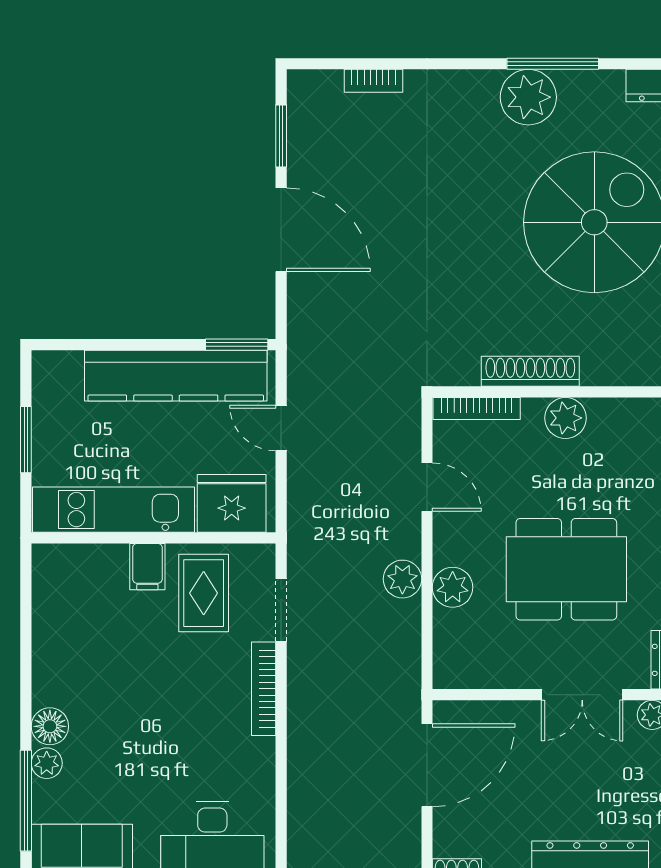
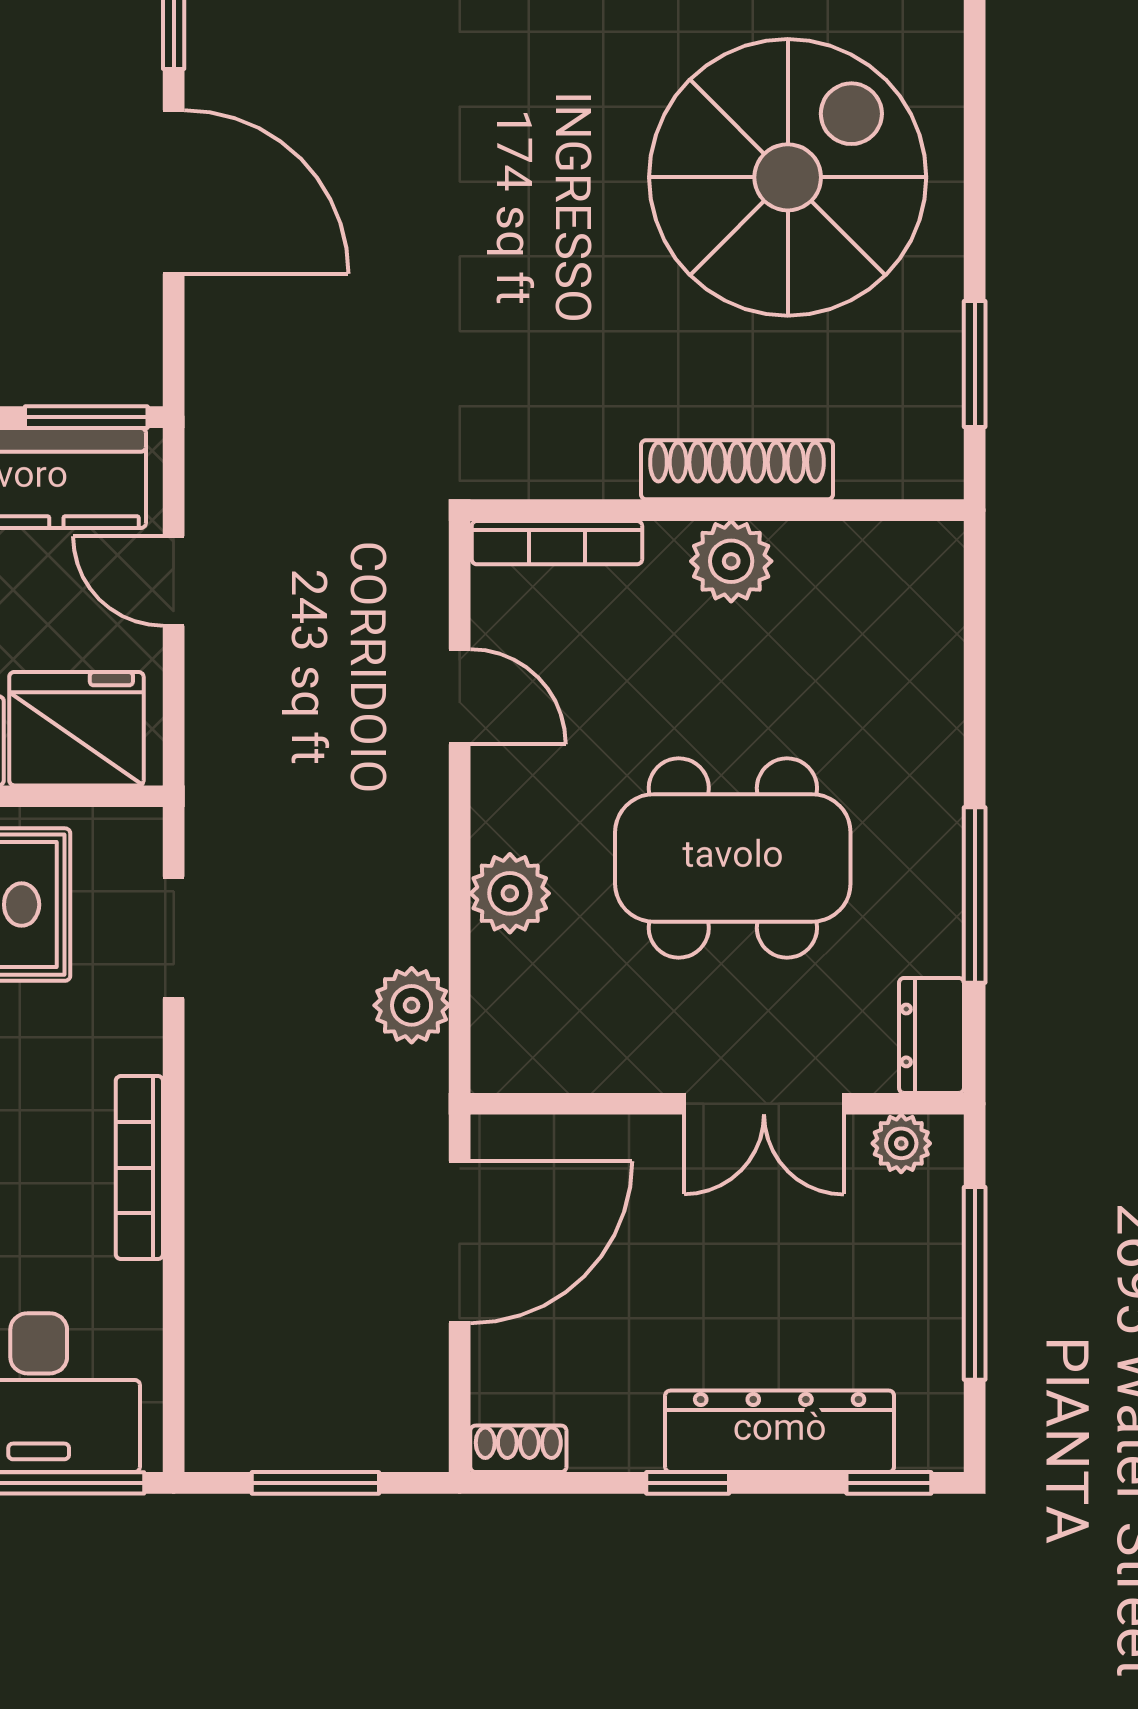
shoe rack: (530, 371) -> (737, 470), moved
plant: (402, 579) -> (412, 1005), moved
bookcase: (264, 689) -> (139, 1168), moved

